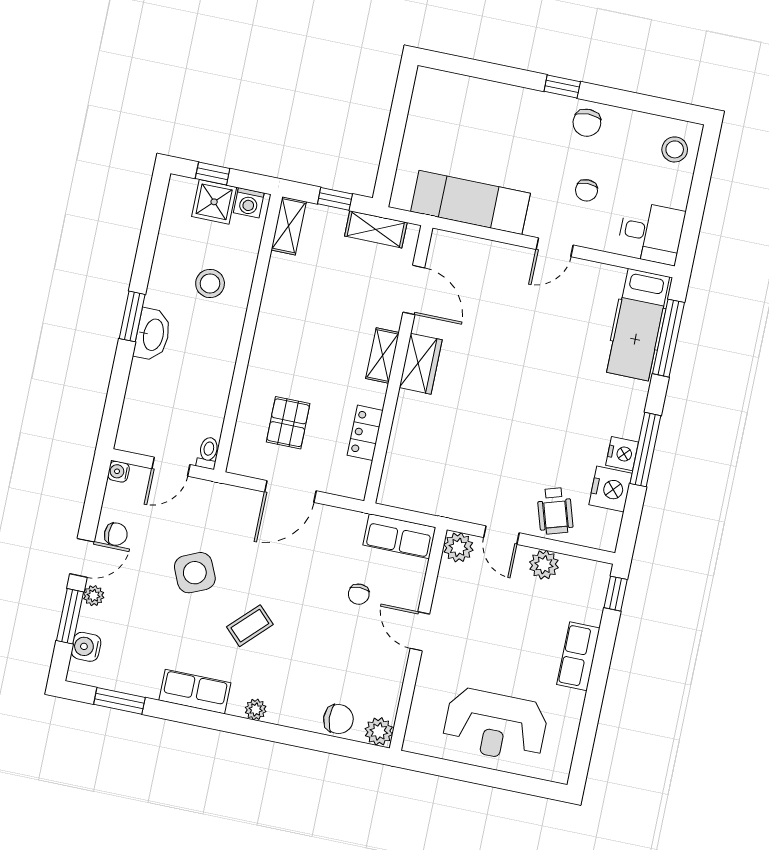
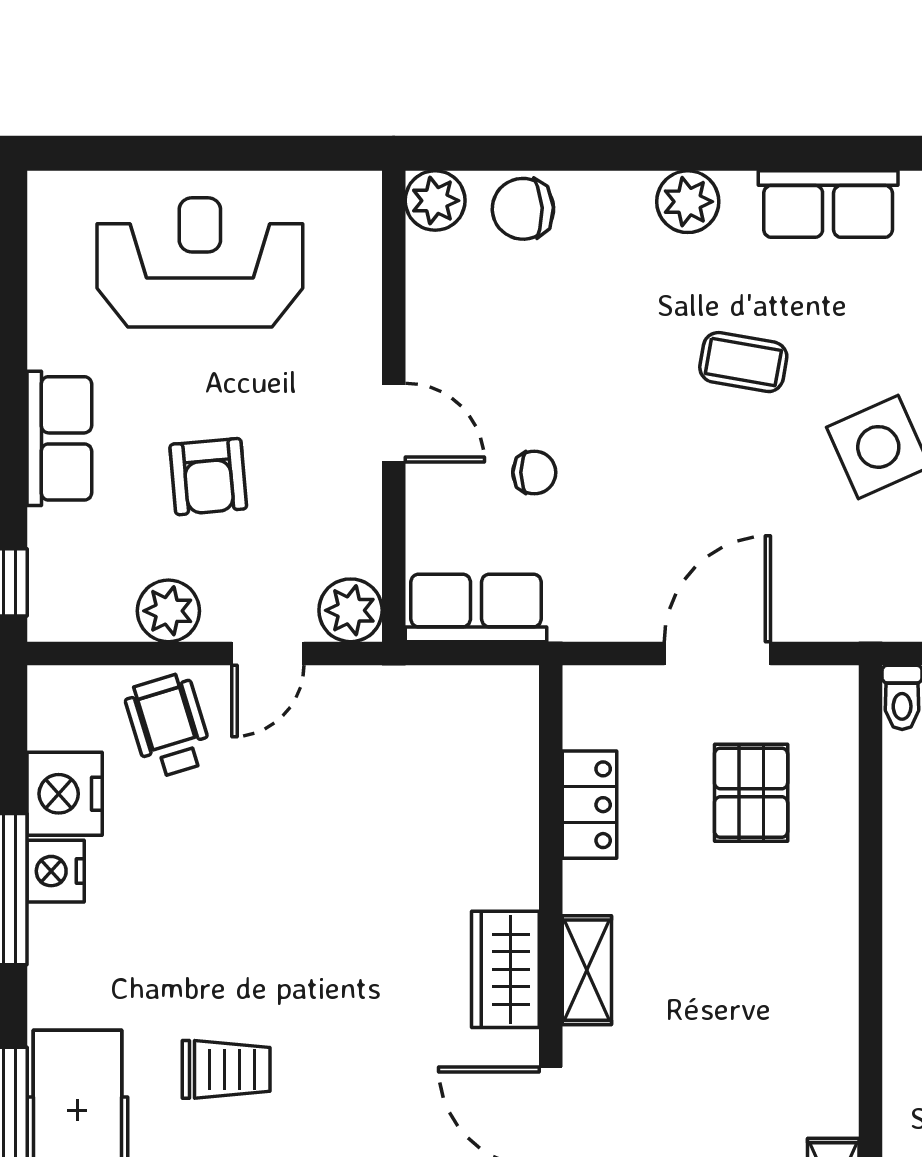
trolley: (561, 344) -> (226, 1069), added
door: (501, 535) -> (268, 653), swing flipped
chair: (359, 594) -> (534, 472), turned 90
armchair: (512, 624) -> (208, 477), added
coffee table: (250, 626) -> (743, 362), turned 55
plant: (256, 709) -> (688, 202), width x1.38, depth x1.38

